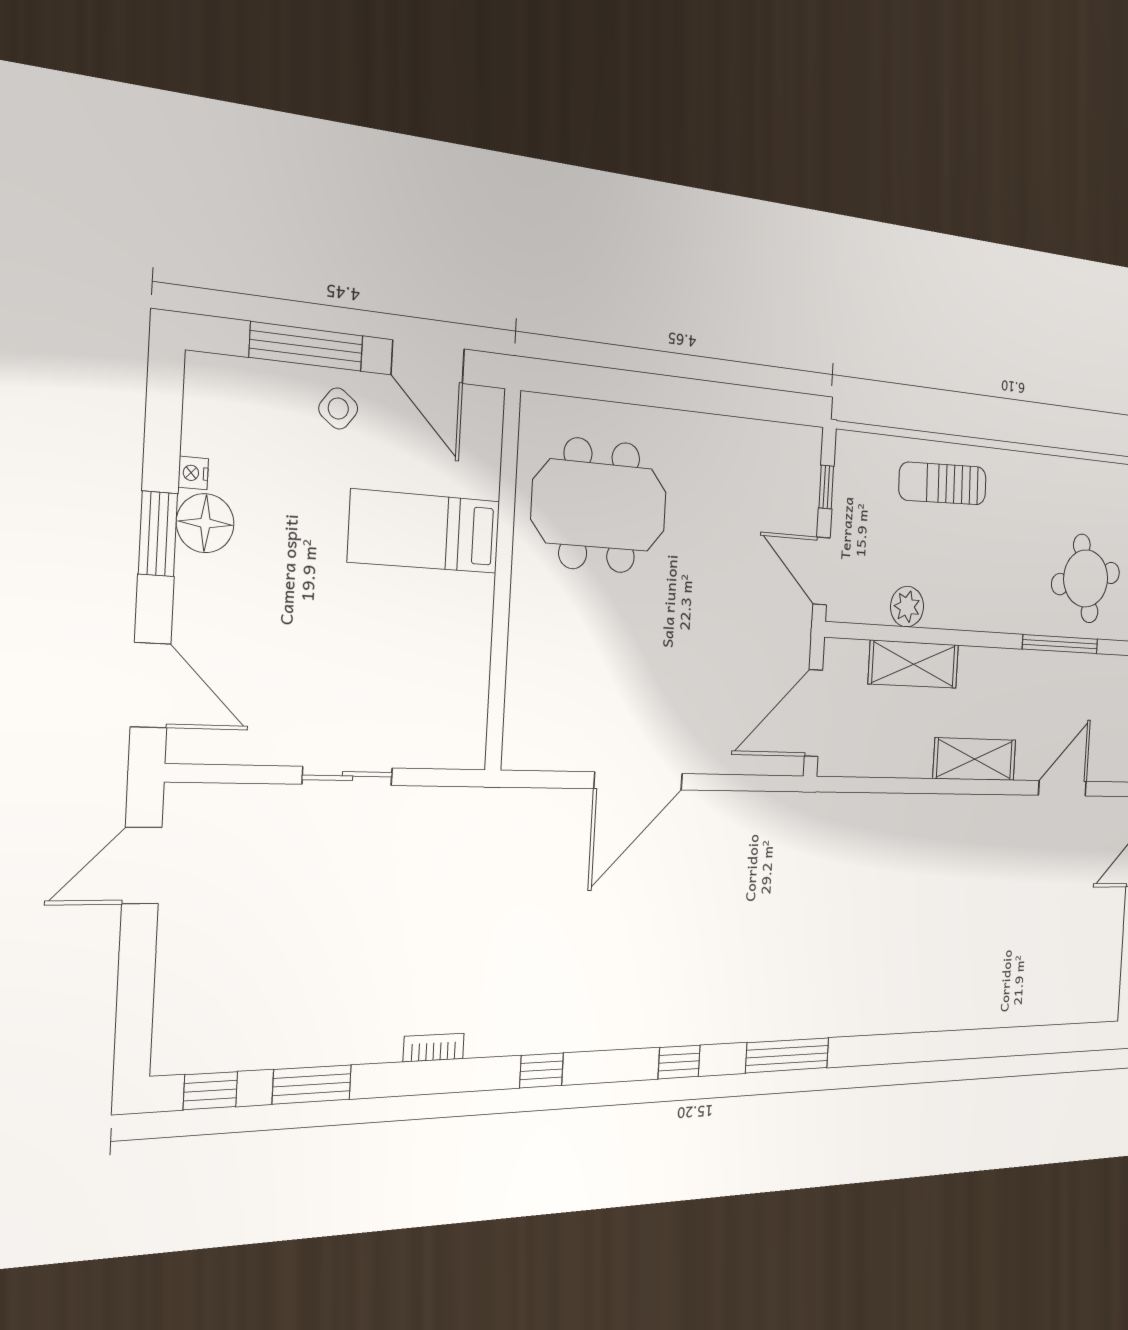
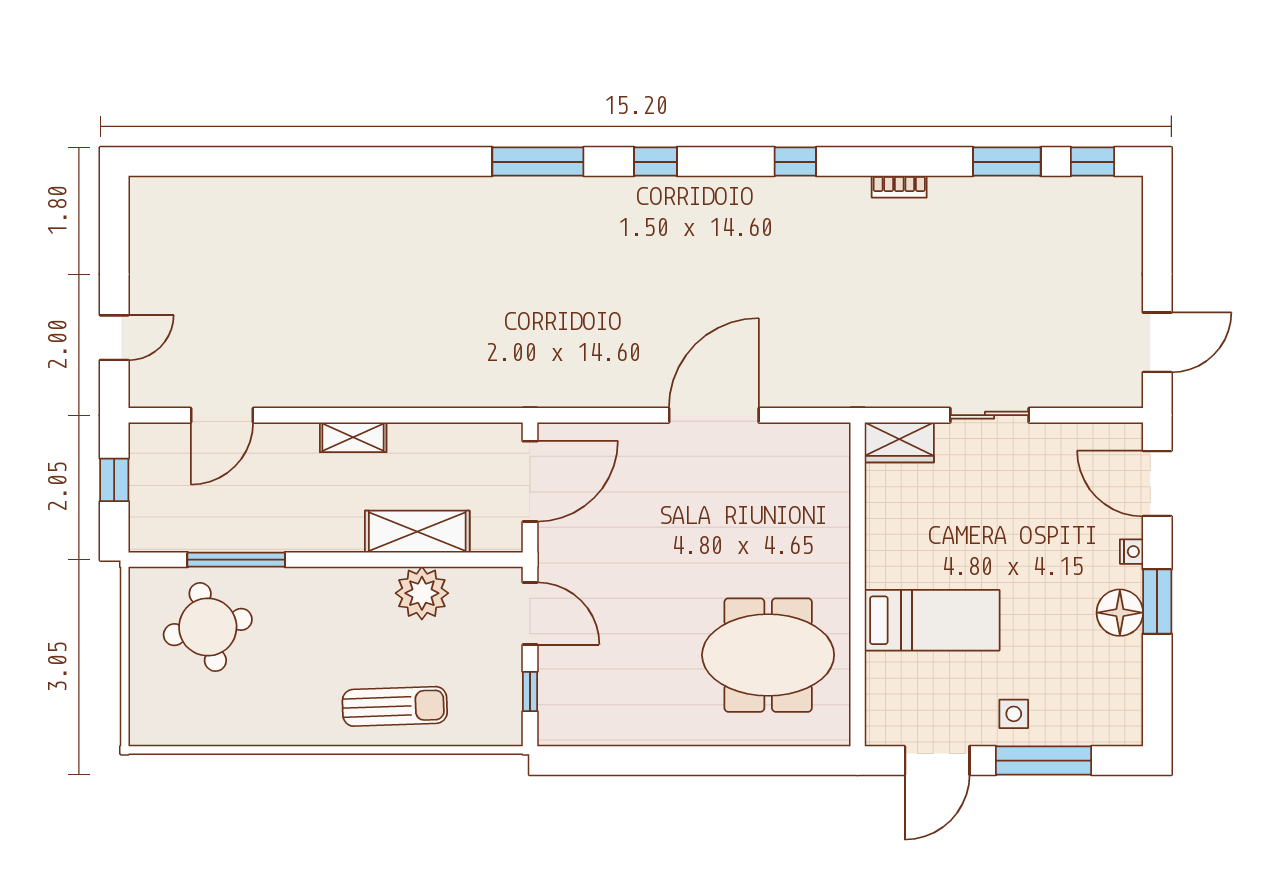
door: (428, 362) -> (937, 761), swing flipped
side table: (338, 408) -> (1014, 714), turned -37
nightstand: (193, 473) -> (1131, 552), moved
plant: (907, 607) -> (422, 593), width x1.36, depth x1.36
wardrobe: (449, 746) -> (899, 442), added
shelving: (975, 759) -> (353, 437), width x0.67, depth x0.75

